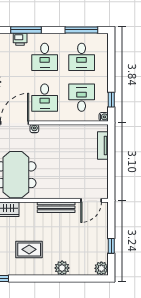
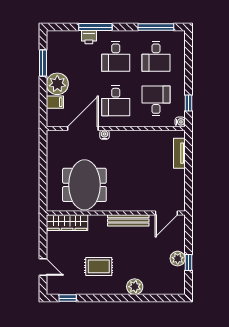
plant: (101, 268) -> (178, 259), moved

